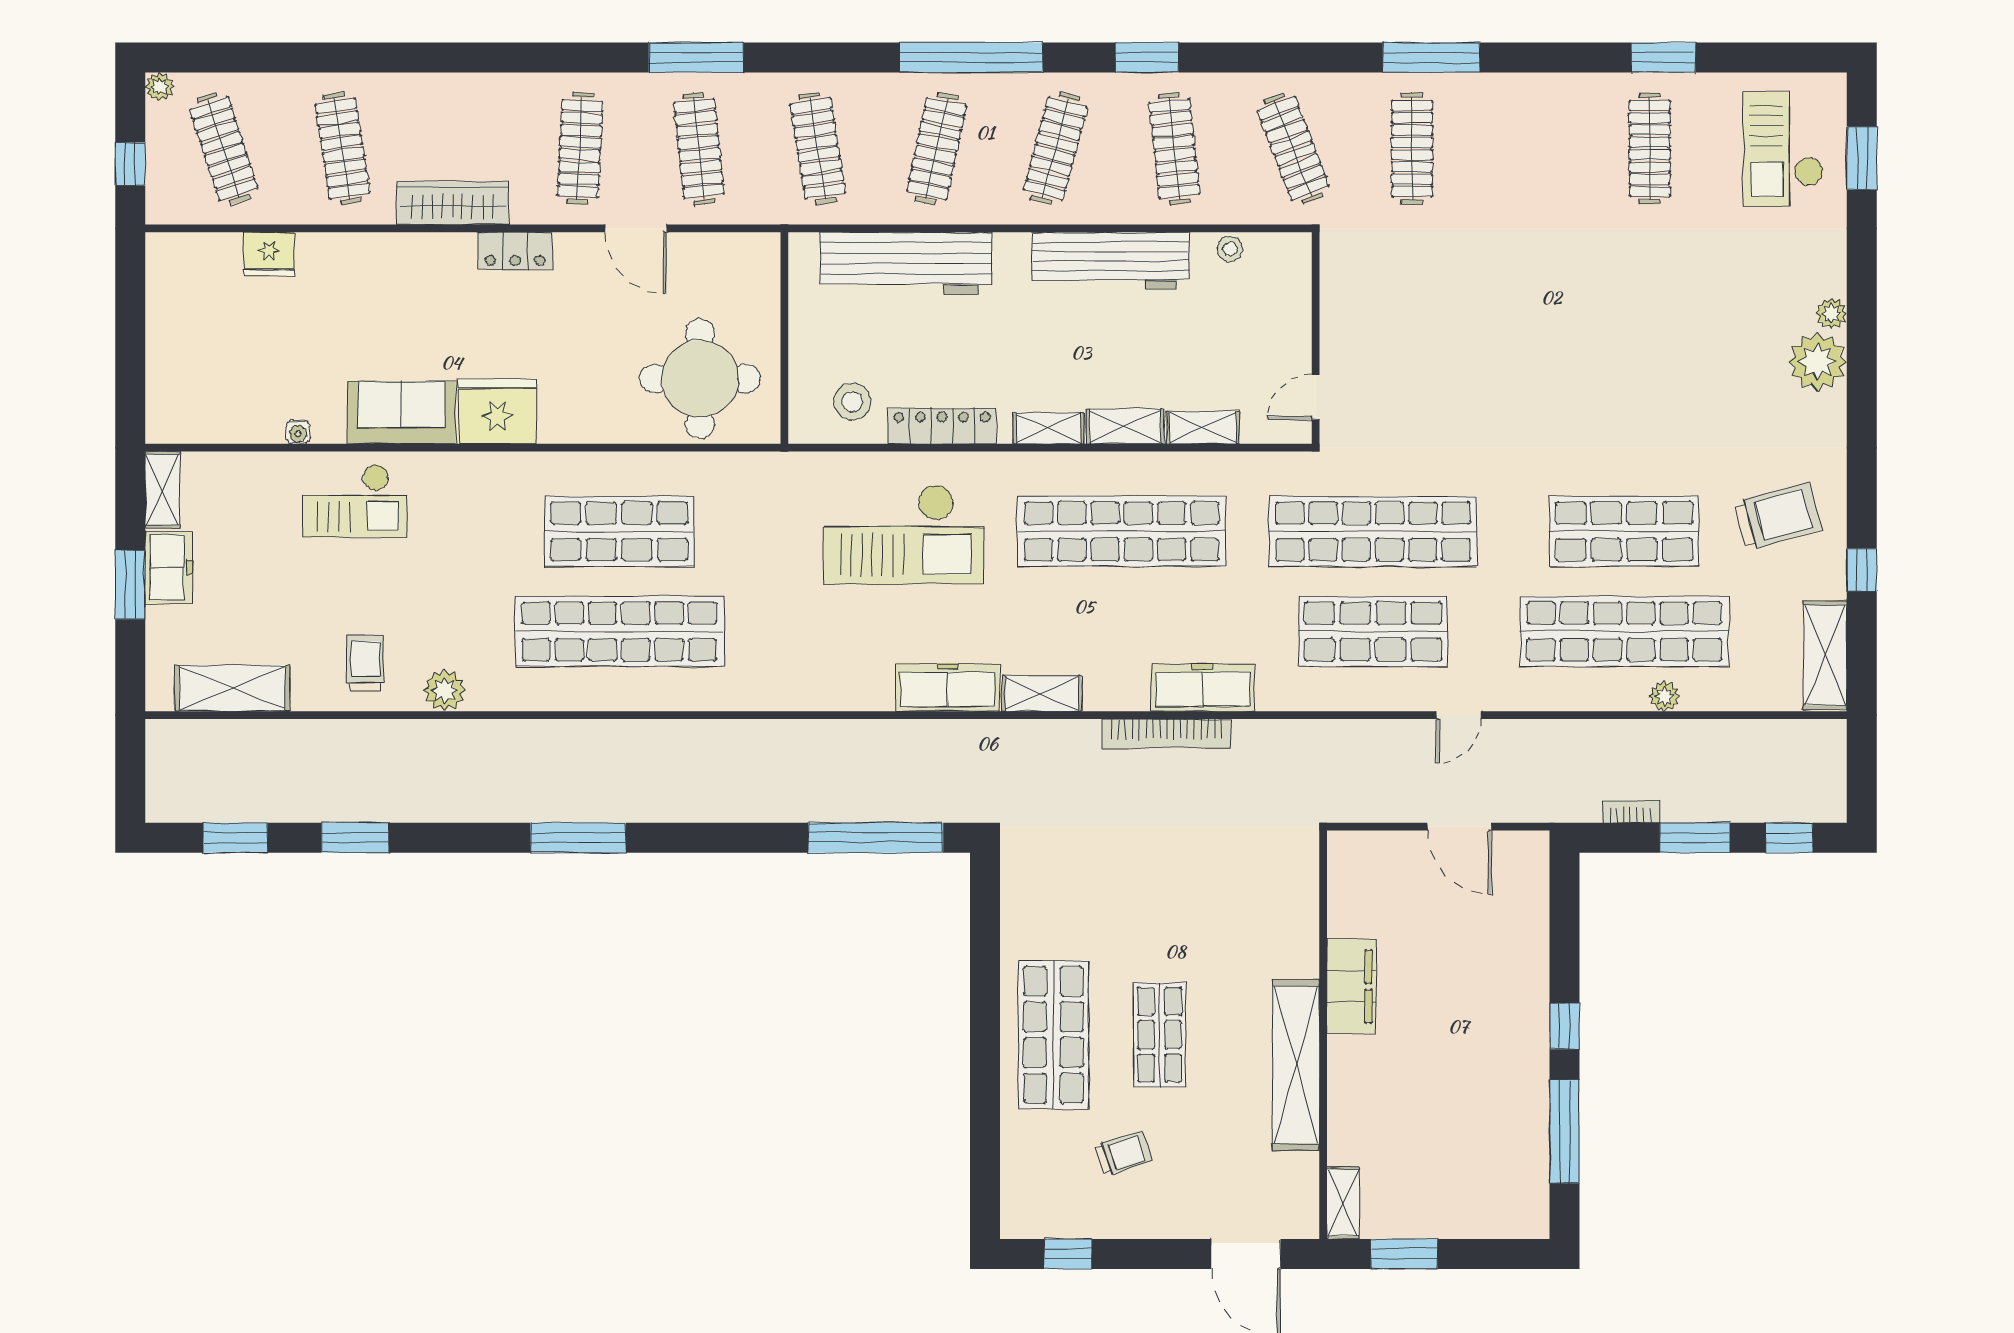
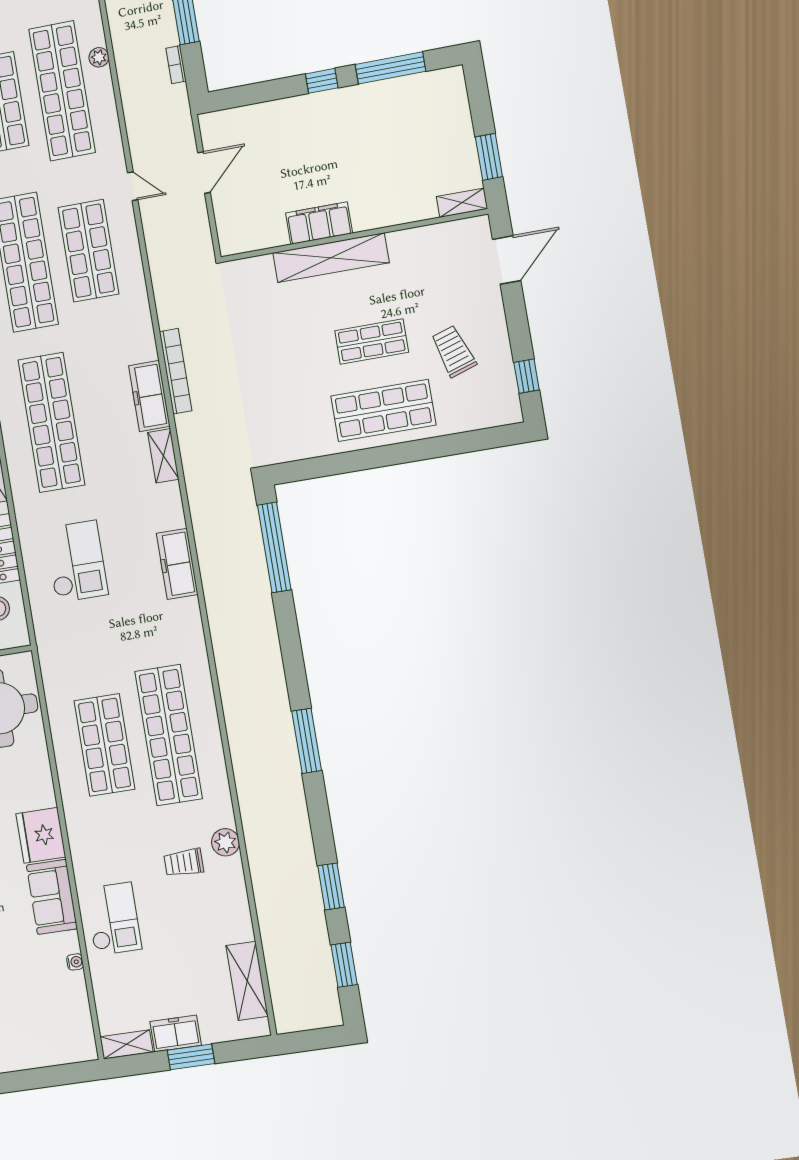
checkout: (904, 534) -> (76, 561), width x0.73, depth x0.83
trolley: (365, 663) -> (184, 863), moved
freezer: (948, 687) -> (177, 564), moved
freezer: (1202, 687) -> (149, 396), moved
shelving: (1296, 1065) -> (331, 258), moved
trolley: (1124, 1153) -> (454, 351), width x1.36, depth x1.39

